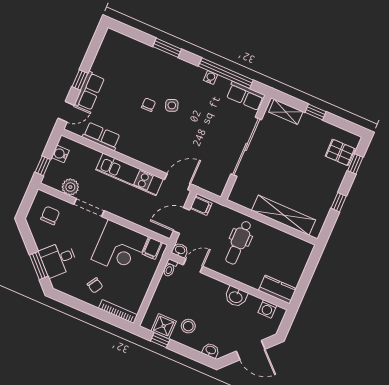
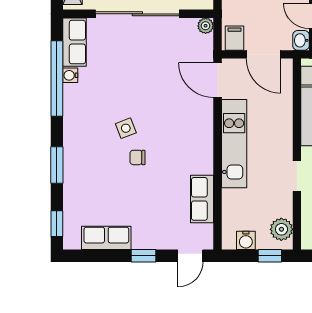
window: (127, 31) -> (57, 224), added
water cooler: (211, 77) -> (70, 75), moved
row of seats: (90, 91) -> (106, 238), moved
door: (66, 112) -> (190, 256), swing flipped
plant: (70, 187) -> (281, 229), moved
plant: (218, 190) -> (206, 26), added
doorway: (89, 208) -> (297, 176), width x0.73

